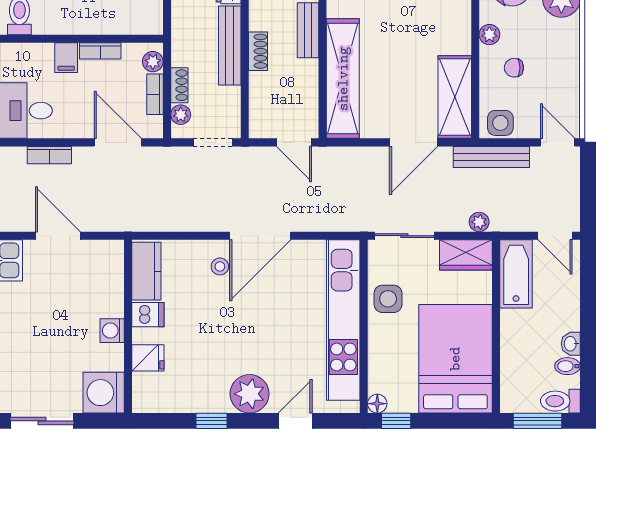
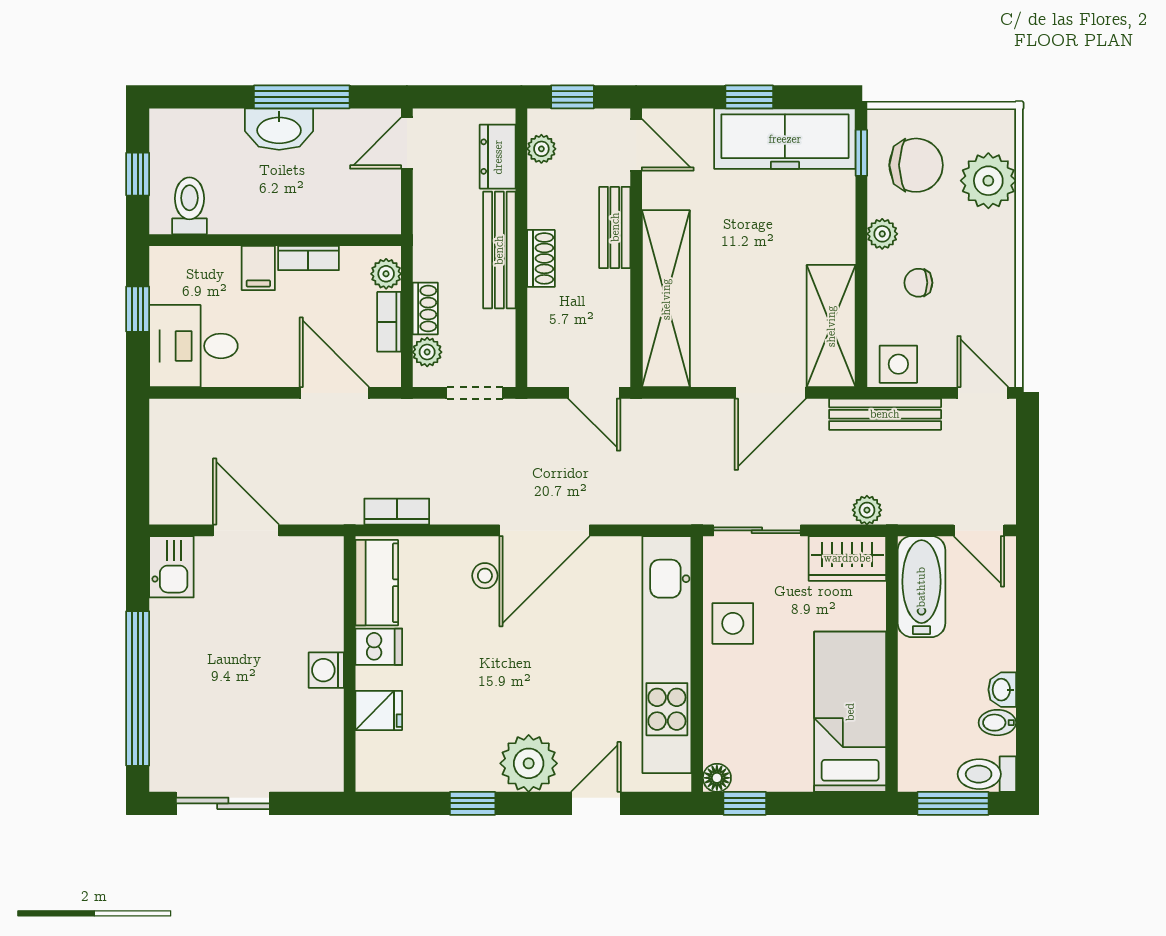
bookcase: (49, 155) -> (397, 512), moved, turned 180
bed: (455, 359) -> (850, 712), width x0.67
washing machine: (104, 393) -> (314, 762), removed

